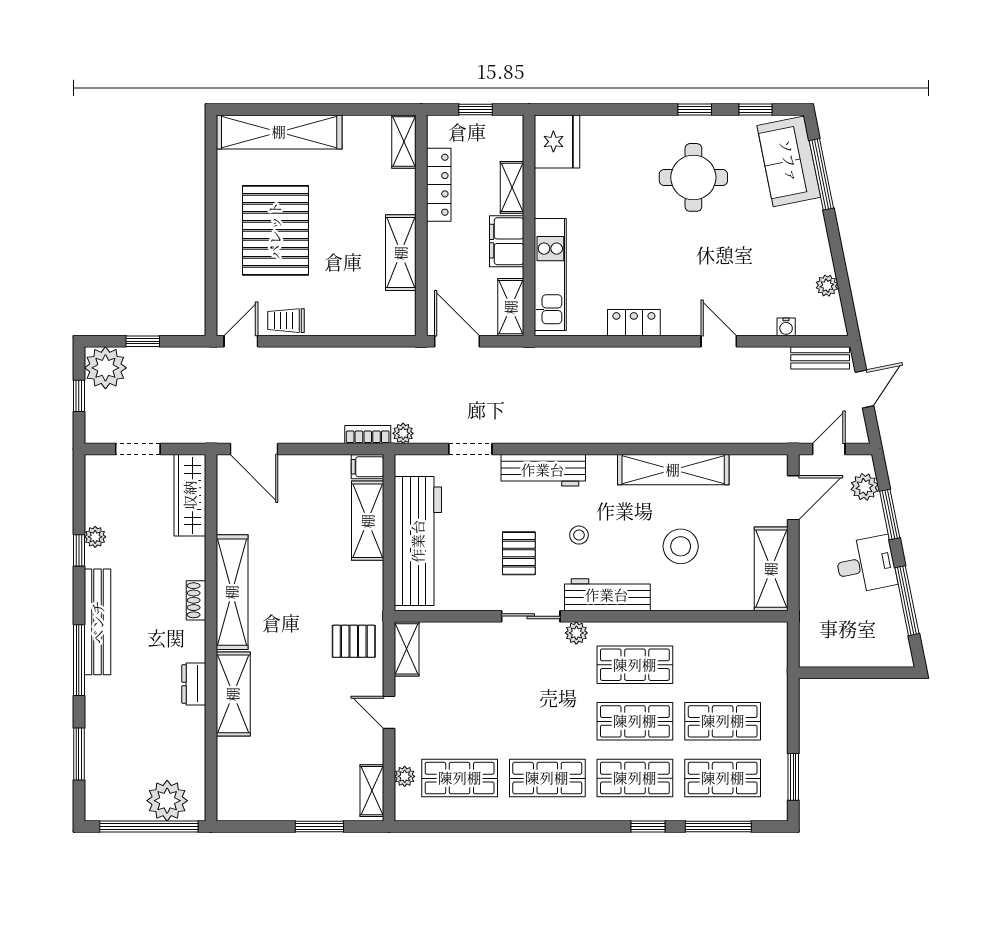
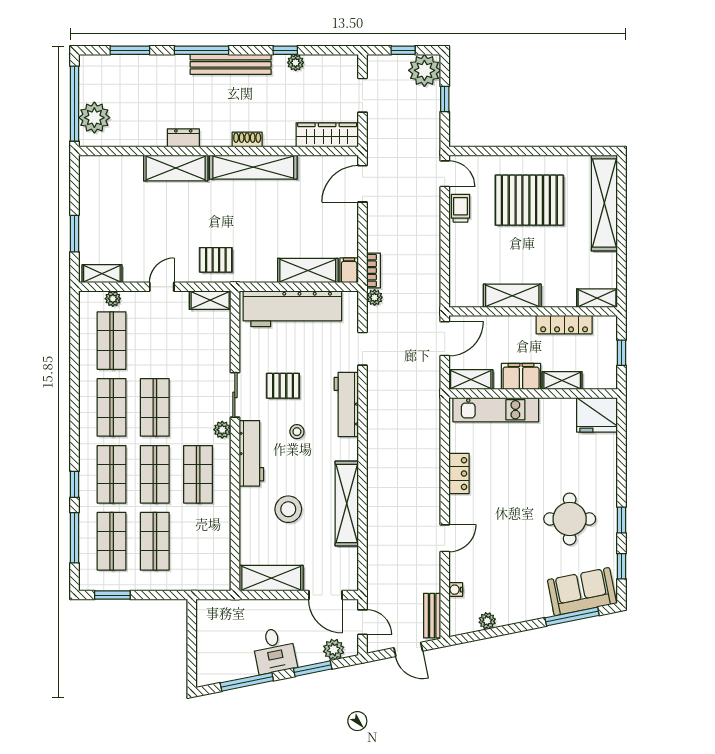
pallet: (354, 641) -> (216, 260), turned 90
shop shelf: (547, 721) -> (155, 407), added

